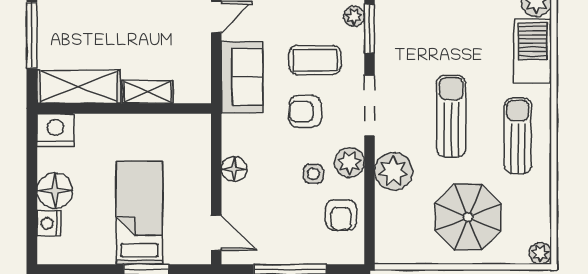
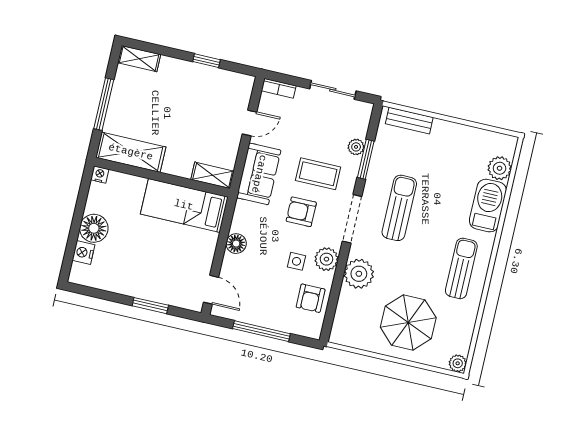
shelving: (148, 92) -> (213, 175), moved
sun lounger: (451, 116) -> (399, 208), moved
nightstand: (55, 130) -> (100, 174), width x0.53, depth x0.56
bed: (139, 213) -> (184, 205), moved, turned -90

